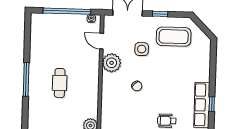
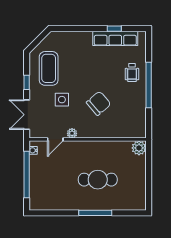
plant: (112, 63) -> (72, 133), width x0.53, depth x0.53
cafe table: (60, 83) -> (98, 180), width x1.37, depth x1.35
chair: (137, 86) -> (99, 103), width x1.87, depth x1.87

